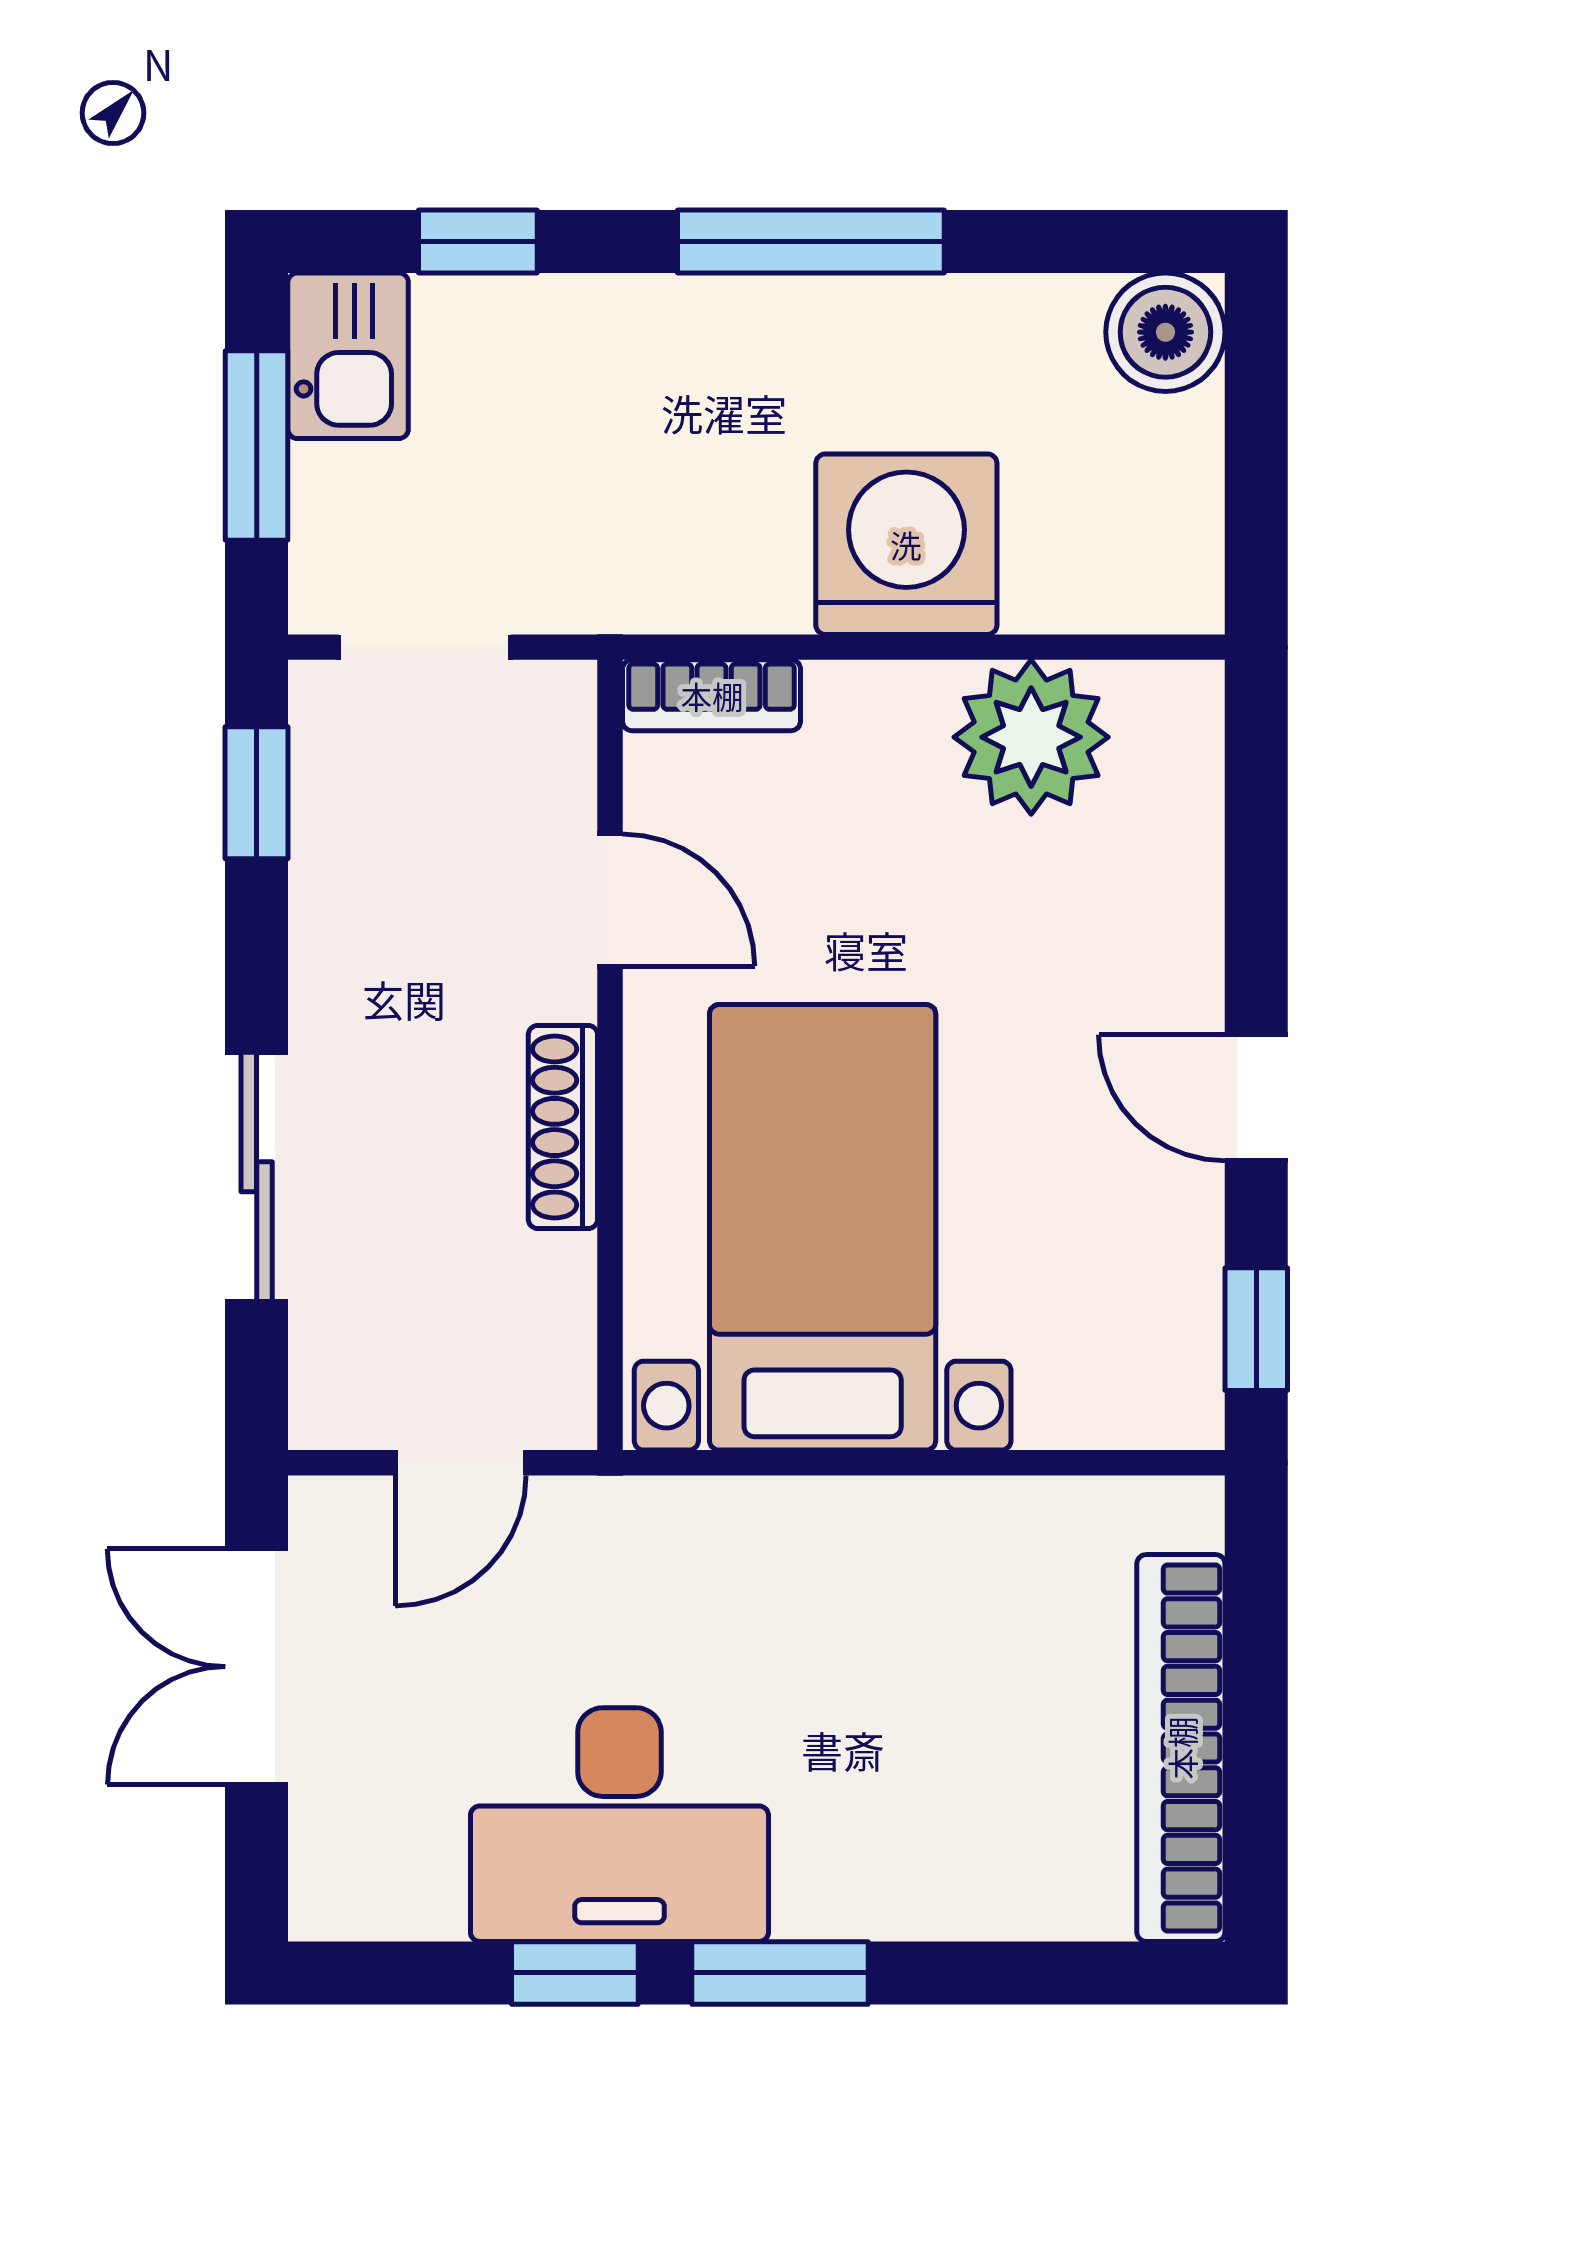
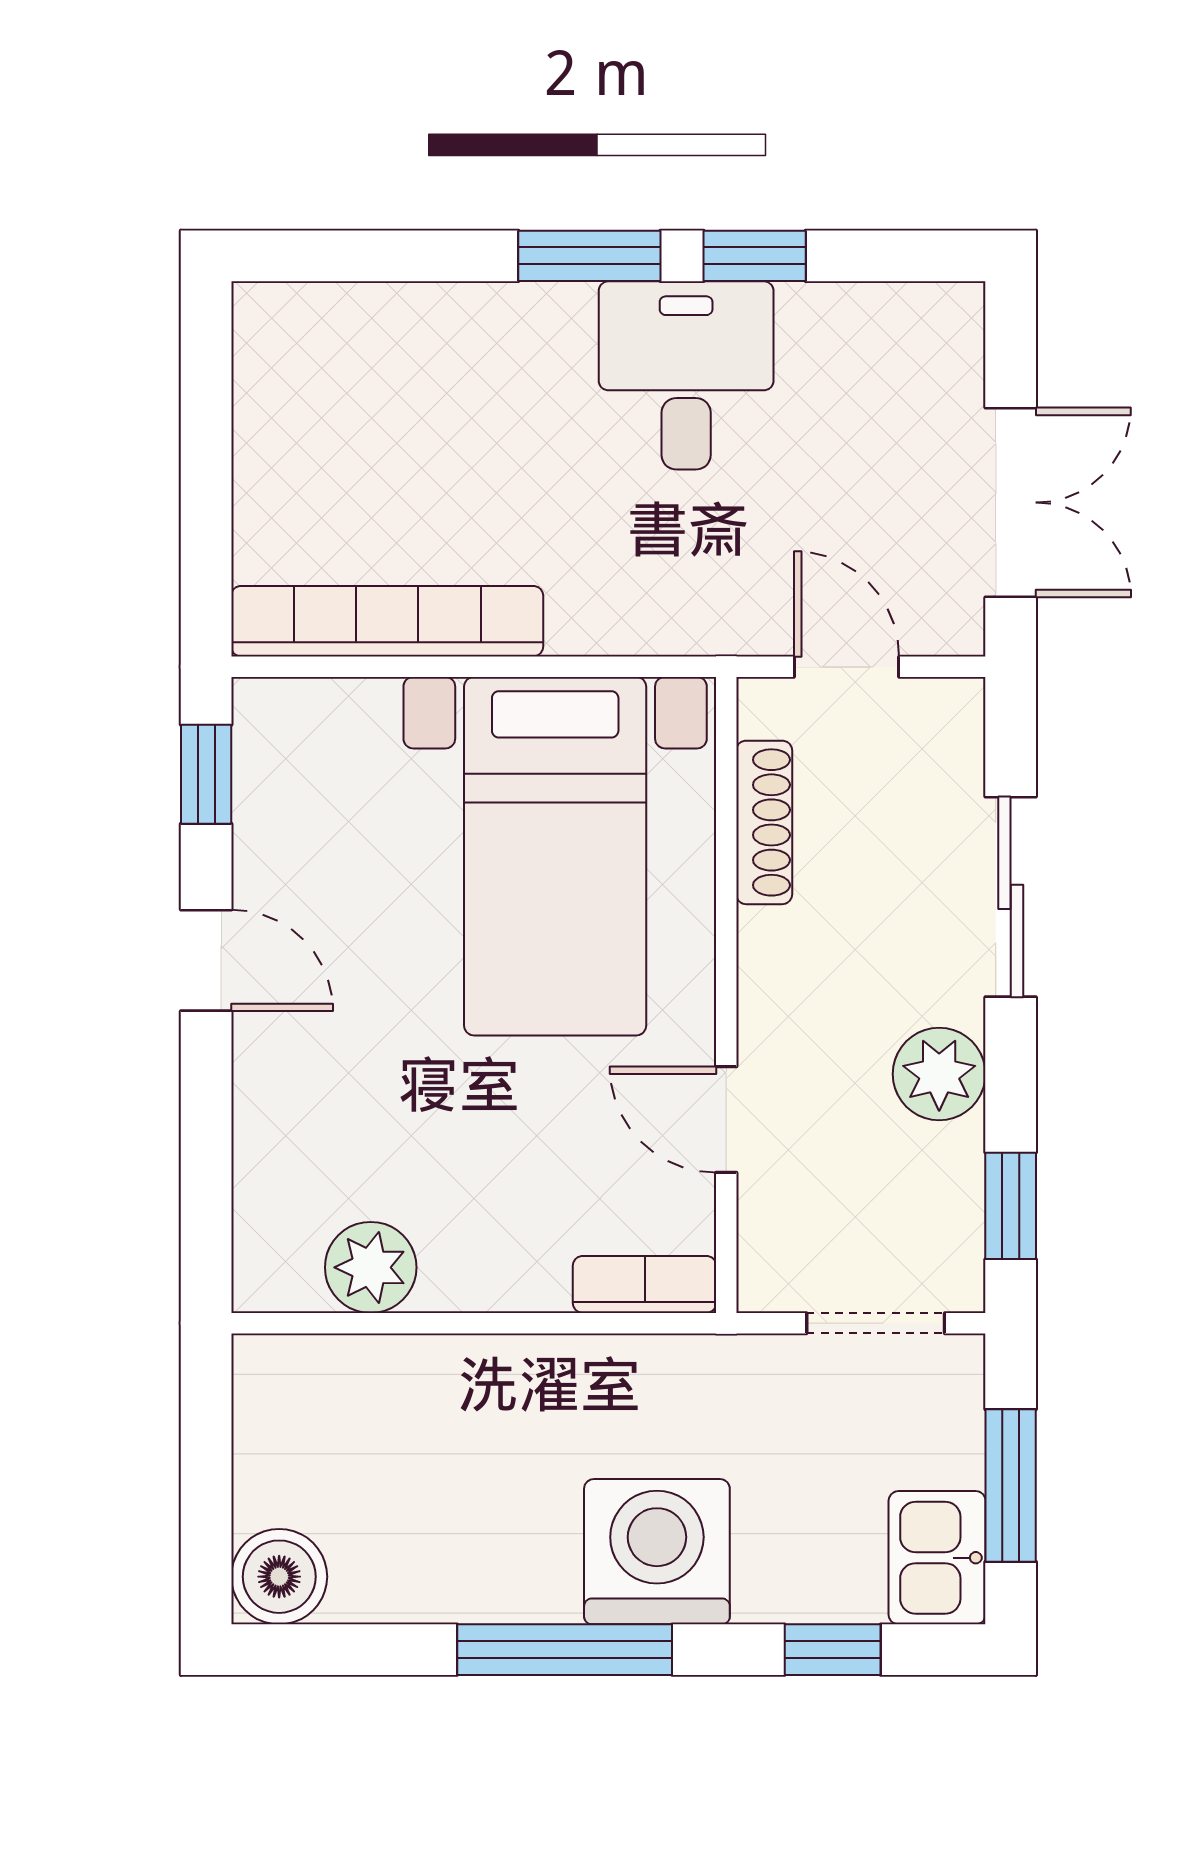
washing machine: (906, 544) -> (657, 1552), moved, turned 180
plant: (1031, 737) -> (371, 1267), width x0.73, depth x0.73
plant: (346, 957) -> (939, 1074), added
shoe rack: (563, 1127) -> (764, 822), moved
door: (461, 1463) -> (847, 667), hinge flipped
bookcase: (1181, 1748) -> (387, 621), moved, turned -90
desk: (619, 1825) -> (686, 375), width x0.73

